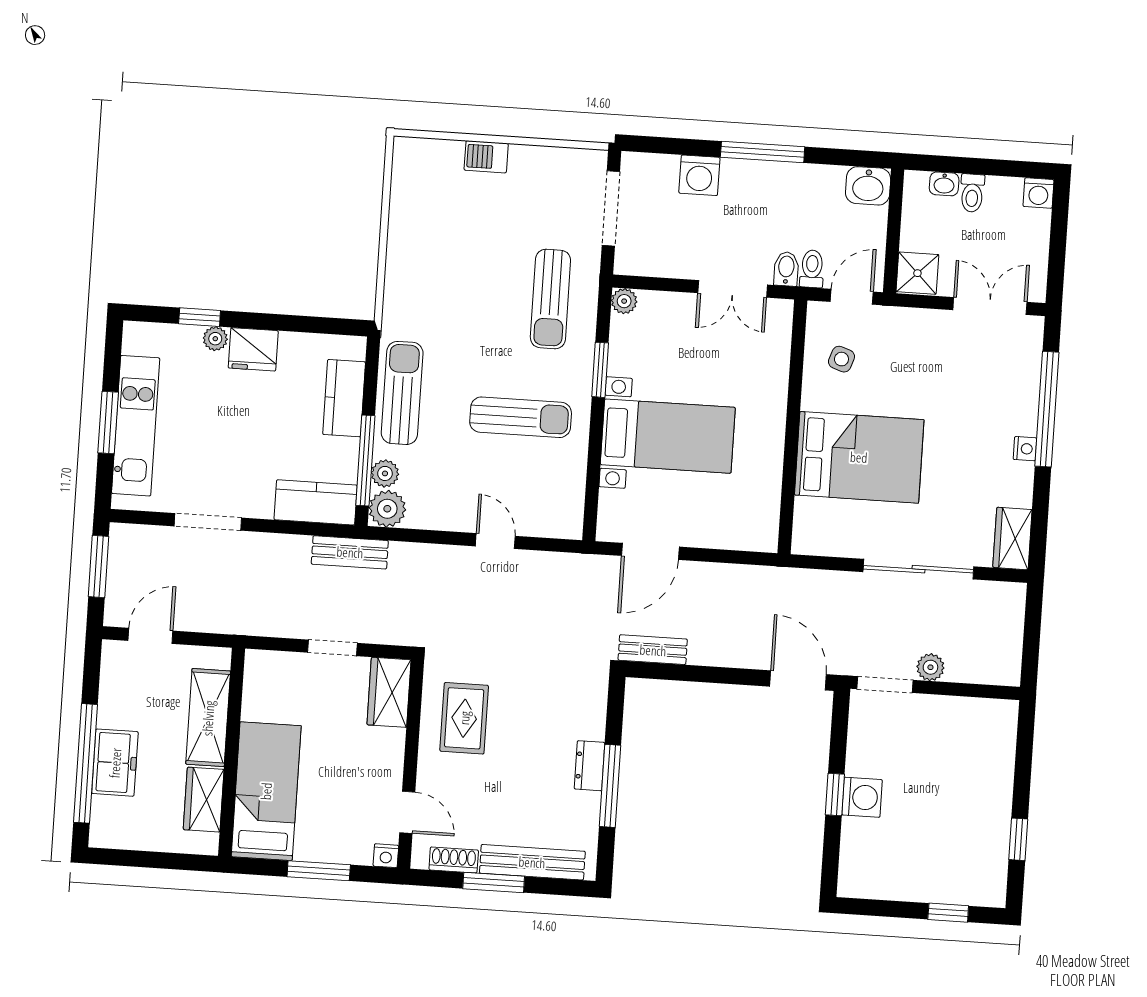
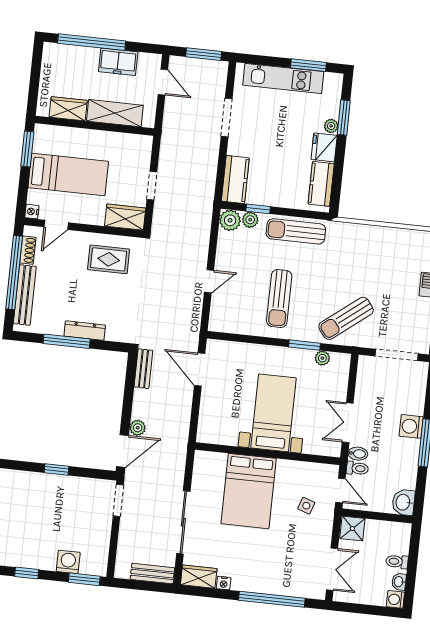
washing machine: (699, 175) -> (411, 426), moved
washbasin: (944, 184) -> (399, 582), moved
sun lounger: (550, 299) -> (346, 318), turned -38
plant: (624, 301) -> (322, 358), moved
window: (200, 317) -> (344, 117), width x1.50
side table: (841, 359) -> (306, 506), moved
sun lounger: (402, 393) -> (296, 231), turned 180
kitchen counter: (344, 398) -> (321, 184), moved, turned -90
window: (108, 422) -> (308, 65), moved
bed with nightstands: (668, 436) -> (273, 413), moved, turned 180
nightstand: (1025, 449) -> (224, 583), moved
window: (365, 461) -> (258, 209), width x0.46
bench: (350, 552) -> (152, 574), moved, turned 90
plant: (930, 667) -> (138, 428), moved
window: (1025, 739) -> (84, 579), added
freezer: (115, 763) -> (118, 62), moved
dresser: (590, 766) -> (85, 331), width x1.44
bed: (266, 791) -> (68, 175), moved
washing machine: (862, 797) -> (68, 562), moved, turned 180
window: (319, 871) -> (27, 149), moved
window: (494, 882) -> (14, 272), width x2.11

